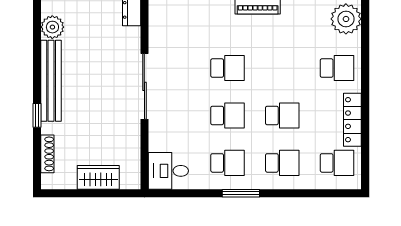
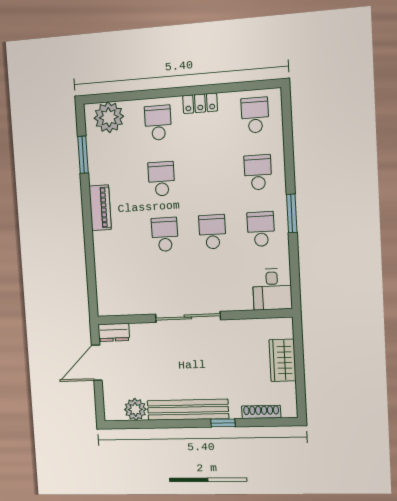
school desk: (282, 115) -> (161, 179), moved
locker: (352, 120) -> (200, 103), width x0.66

